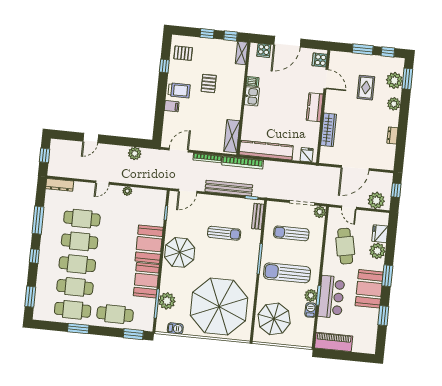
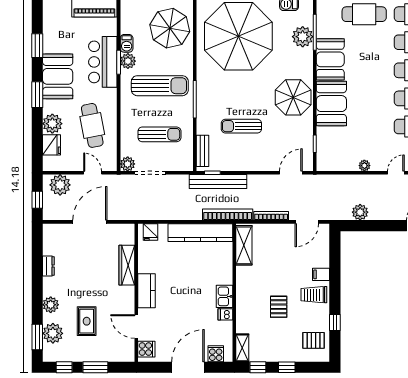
bench: (229, 188) -> (218, 182), moved

